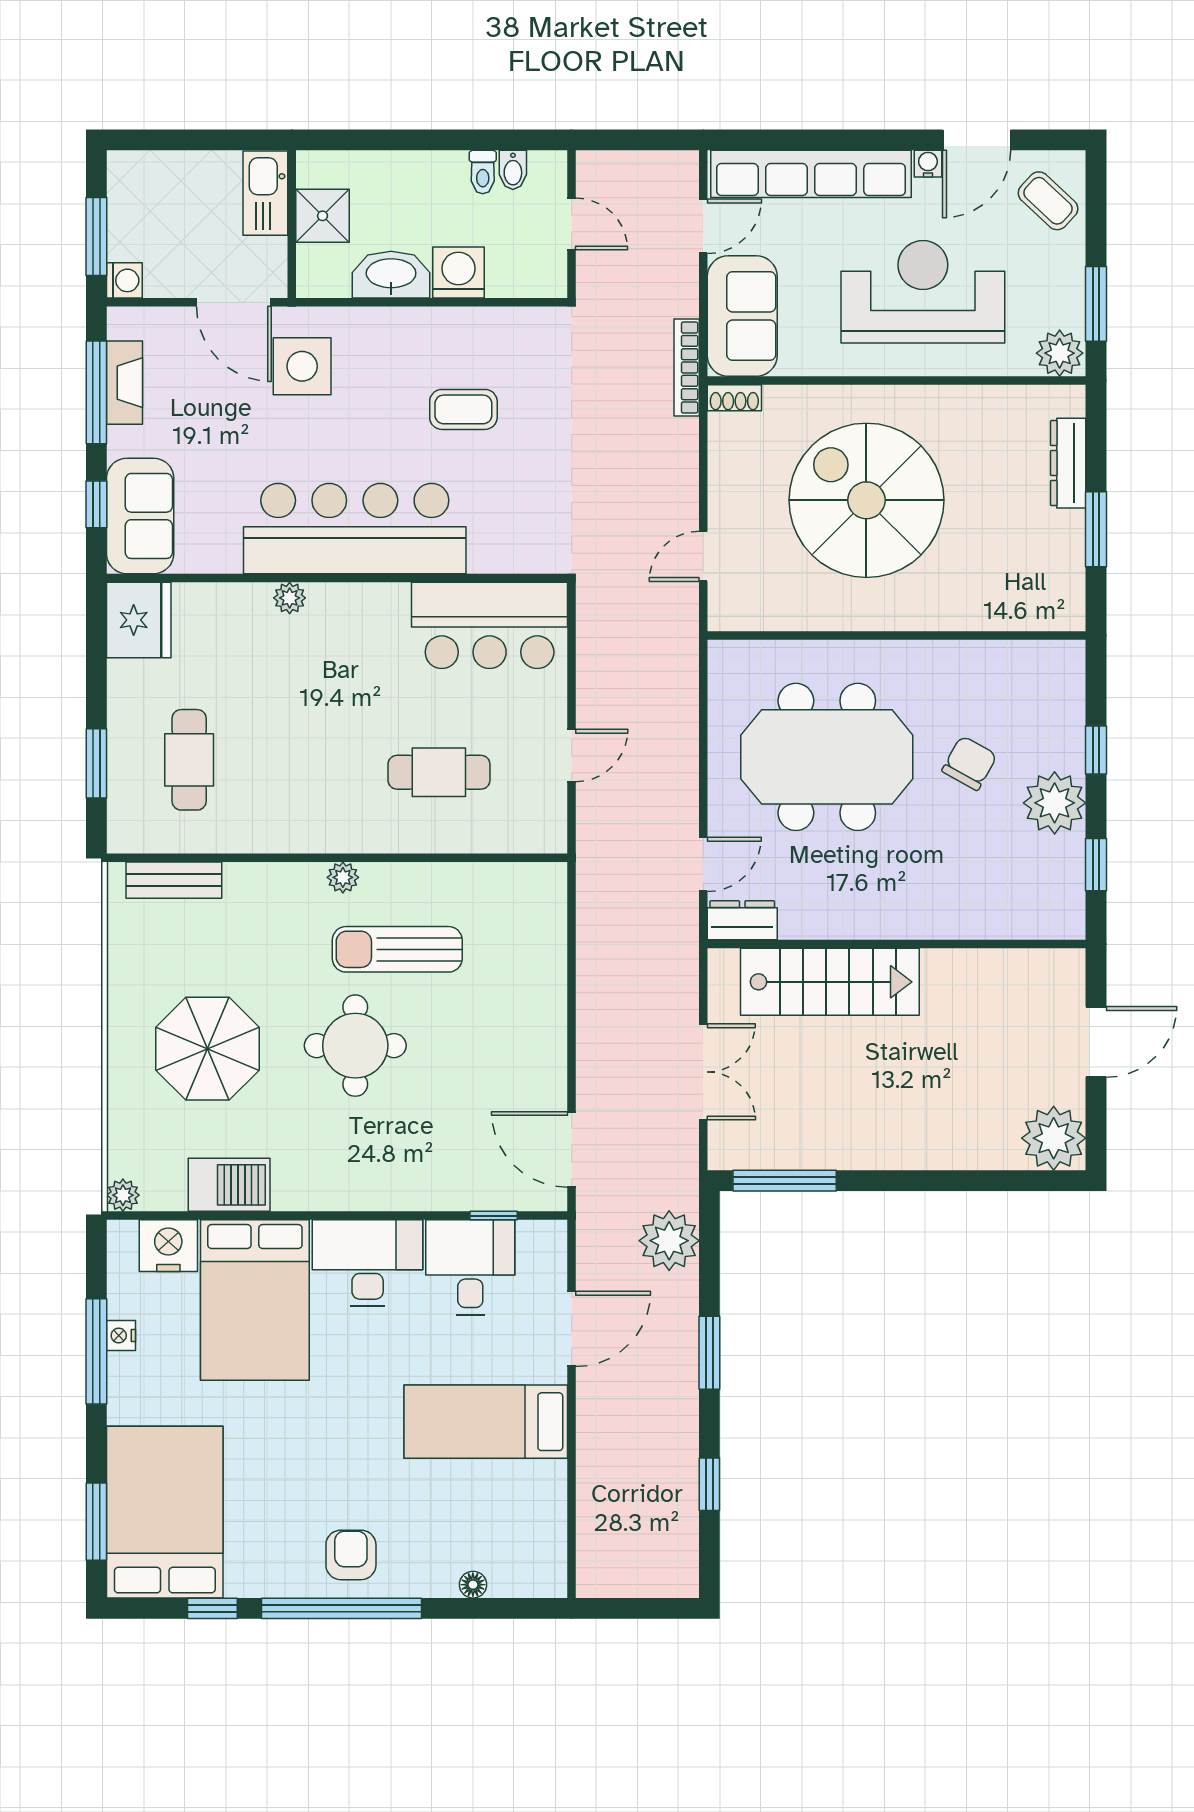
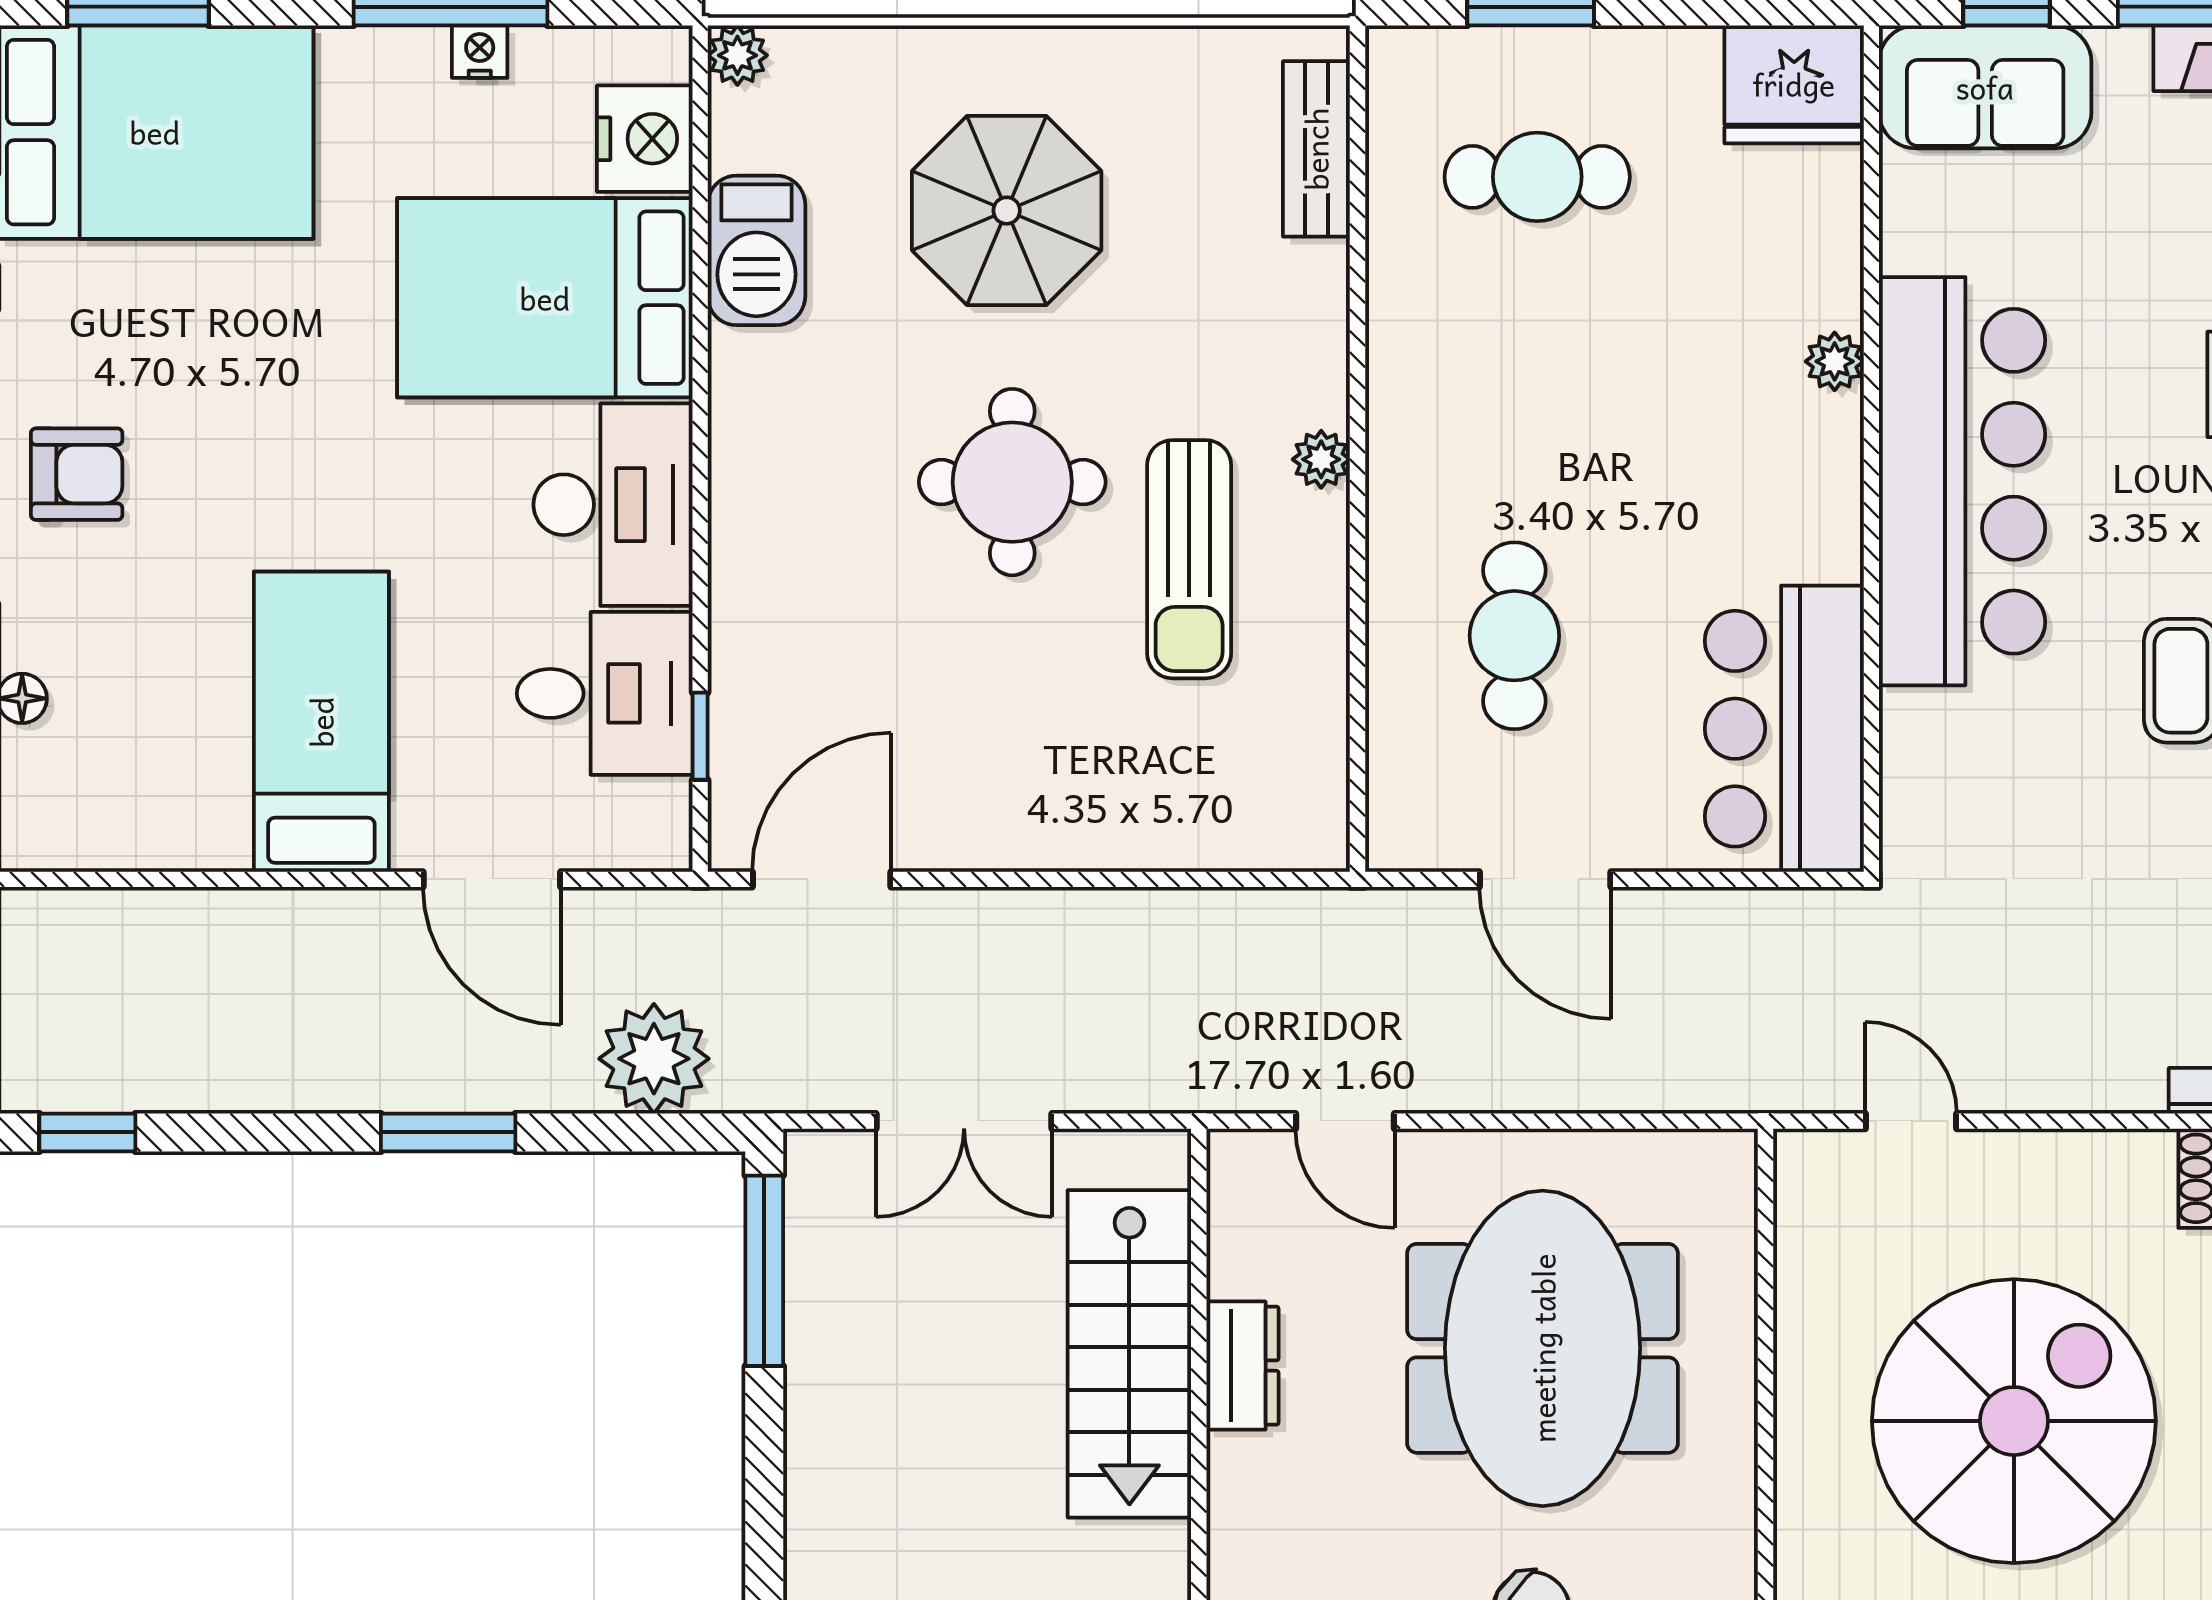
door: (572, 755) -> (1545, 879), width x1.38
dresser: (742, 920) -> (1242, 1366), moved
sun lounger: (397, 949) -> (1189, 559), turned 180
window: (709, 1484) -> (87, 1132), moved

